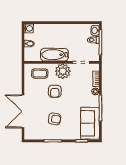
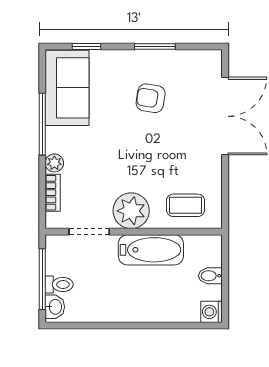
armchair: (55, 91) -> (150, 163), removed

